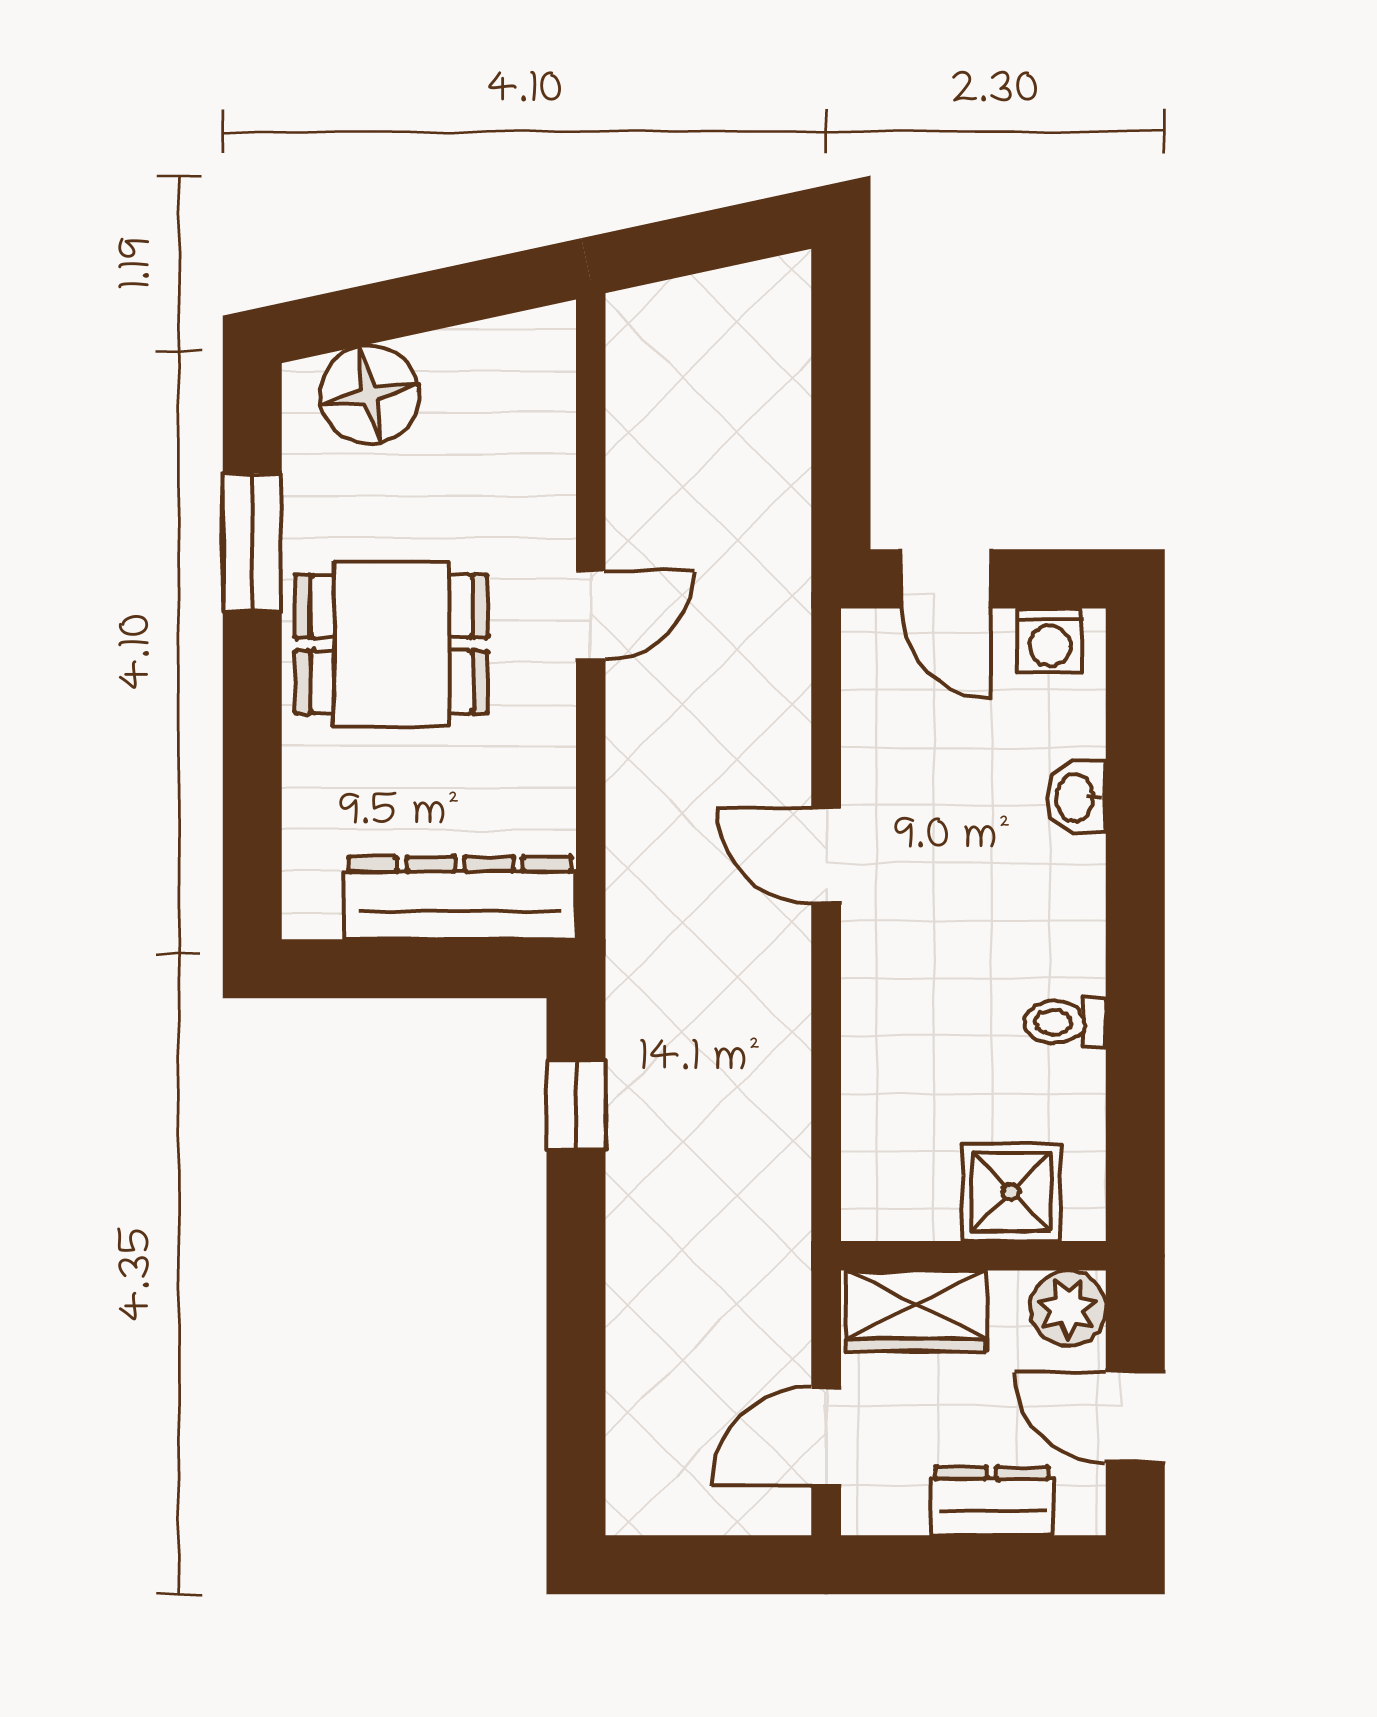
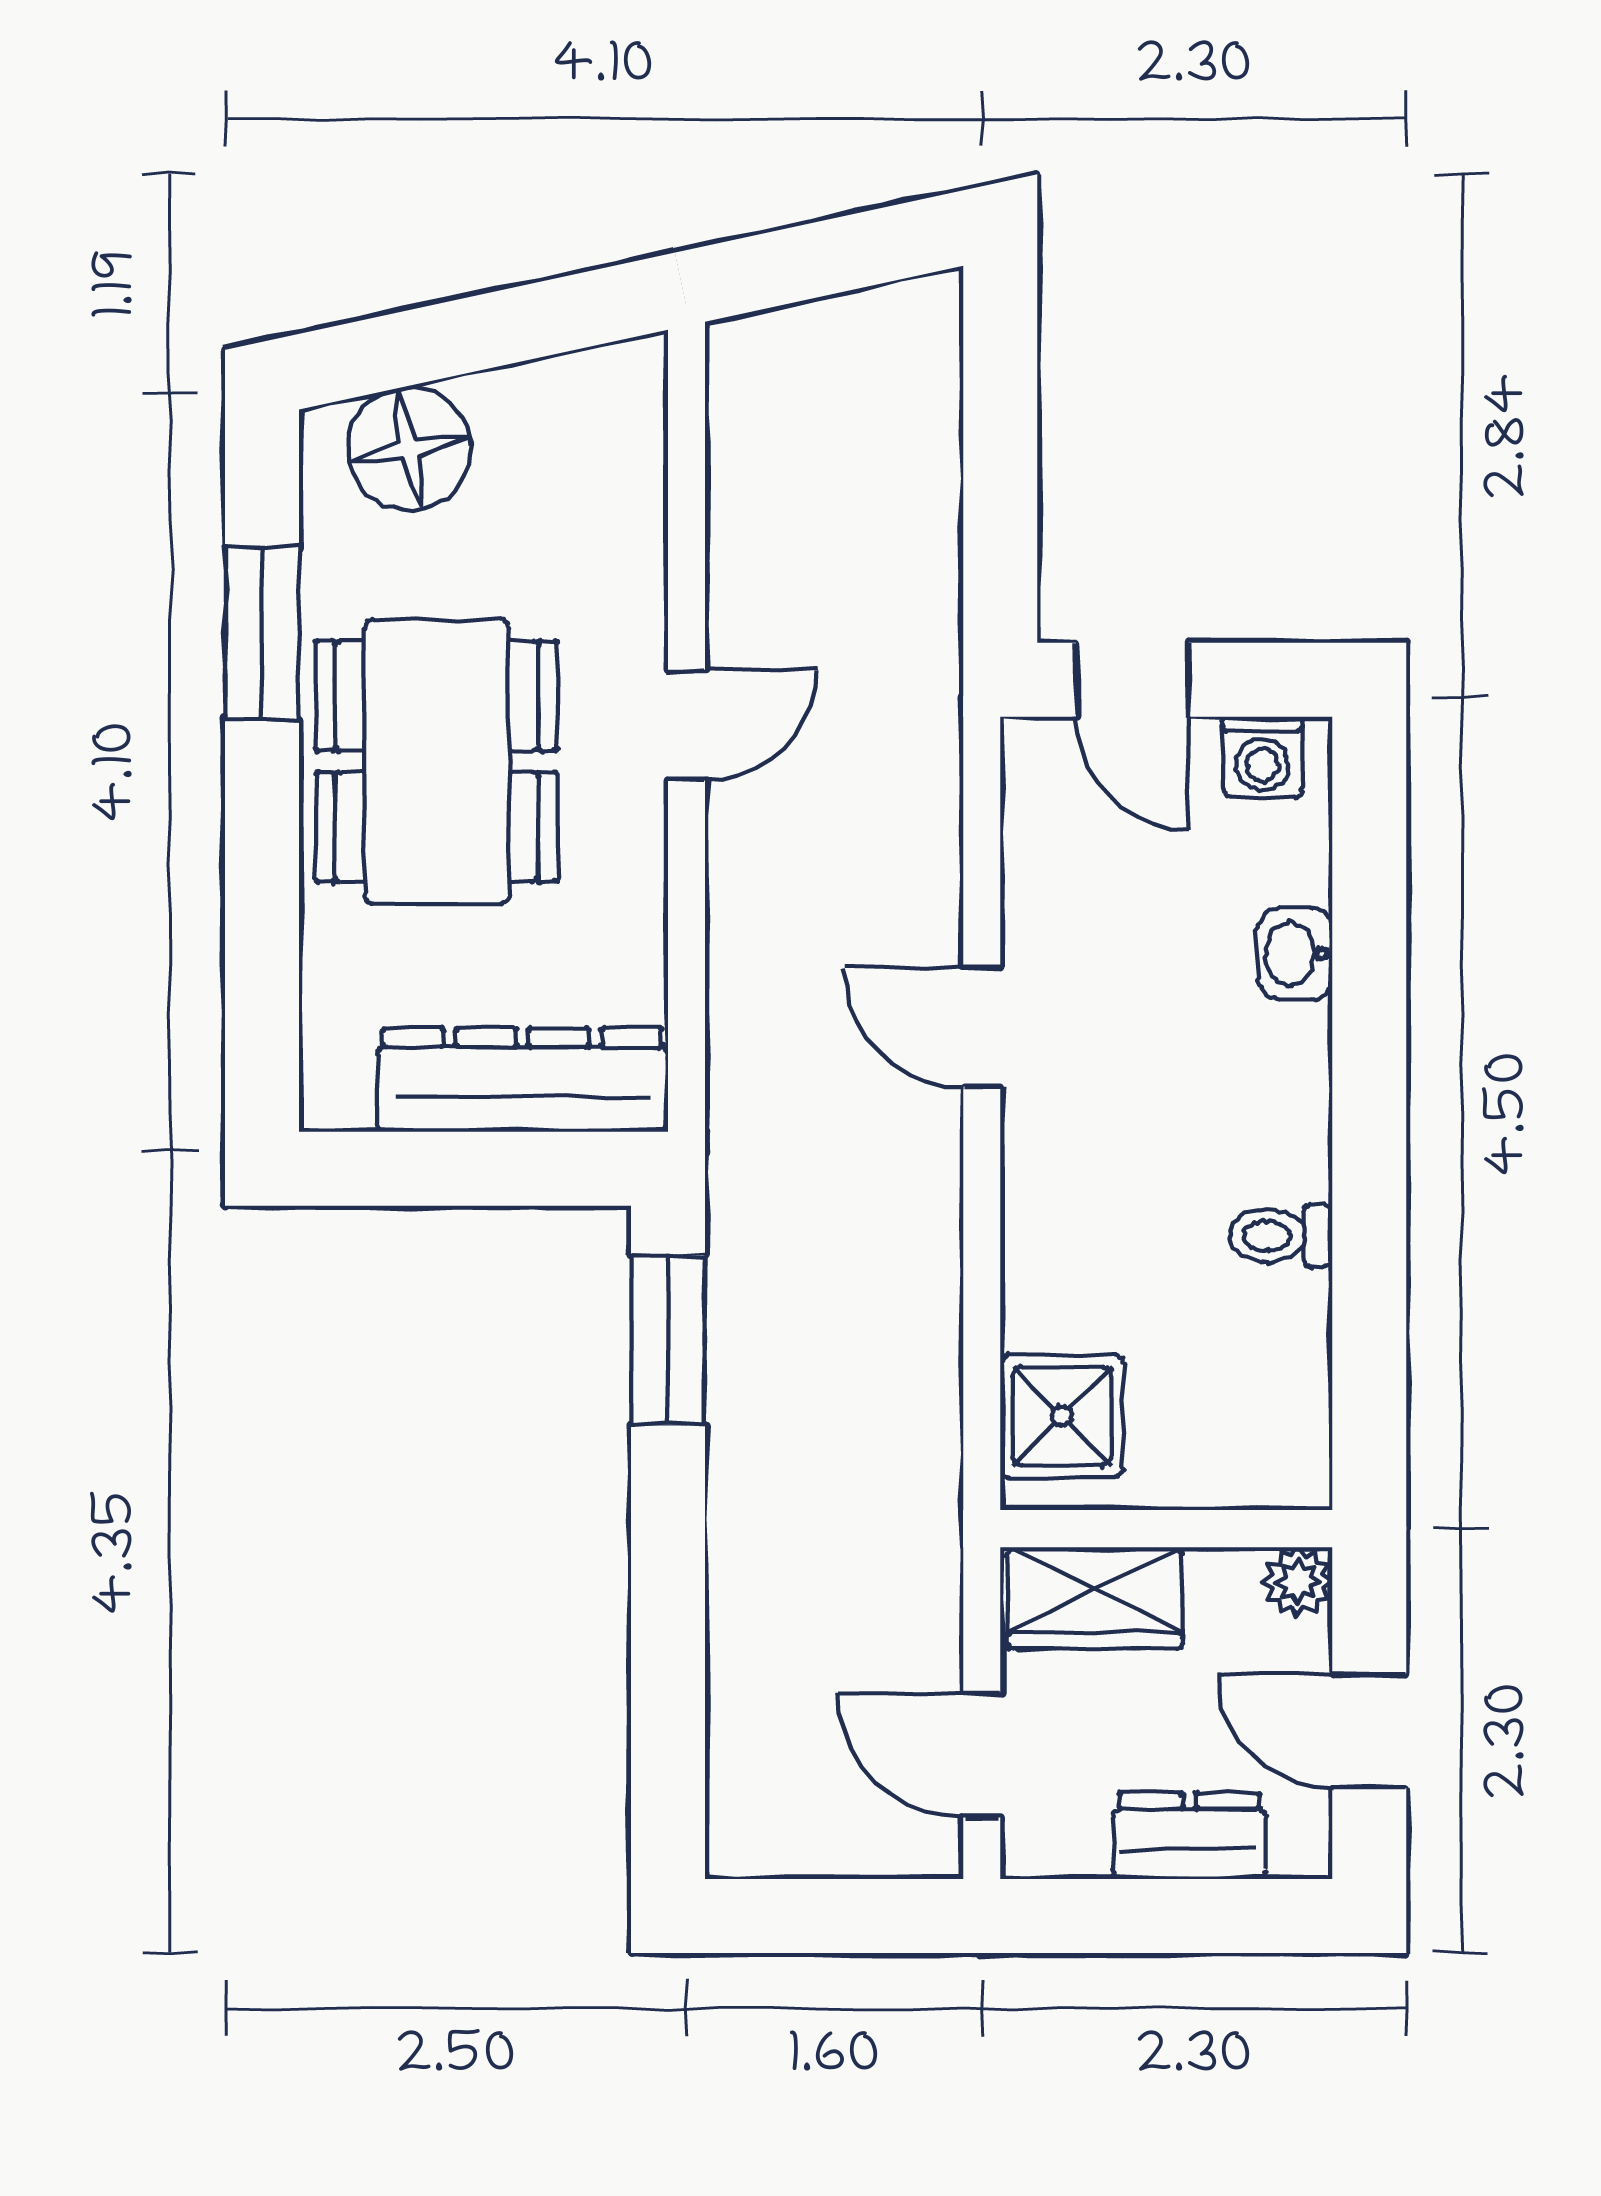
dining table: (391, 644) -> (437, 761), width x1.38
window: (576, 1105) -> (668, 1340), width x1.50
shower: (1011, 1192) -> (1062, 1416), moved
plant: (1068, 1308) -> (1298, 1581), width x0.73, depth x0.73
door: (826, 1436) -> (982, 1755), hinge flipped

